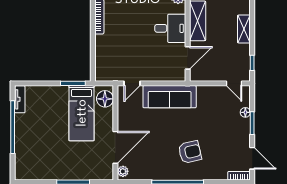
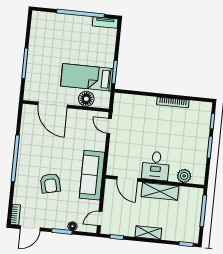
sofa: (170, 97) -> (92, 175), moved
floor lamp: (105, 99) -> (86, 99), moved
armchair: (190, 152) -> (50, 183), moved
plant: (123, 171) -> (30, 109), removed

